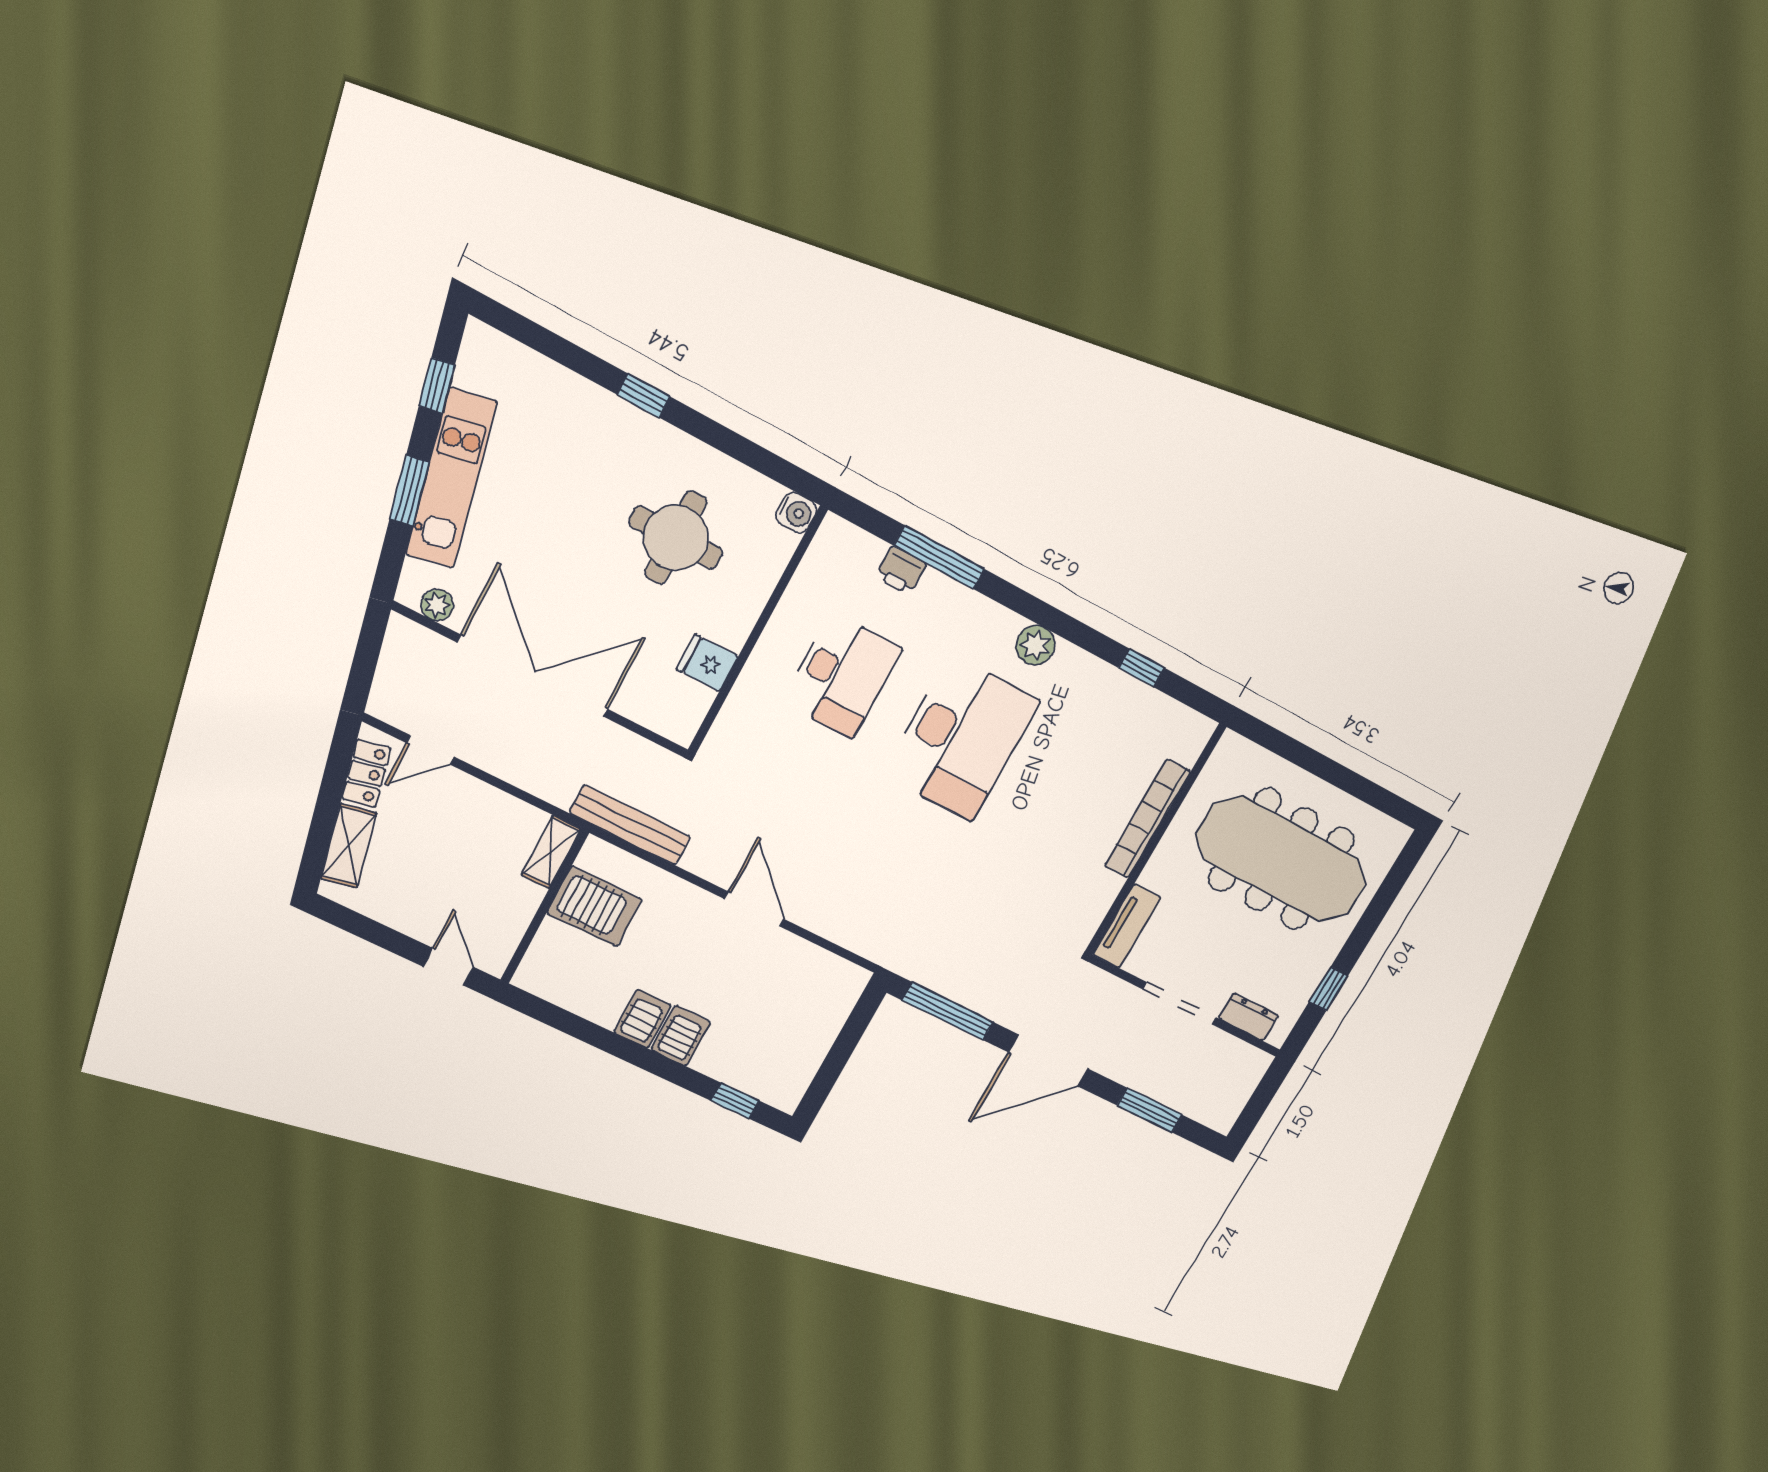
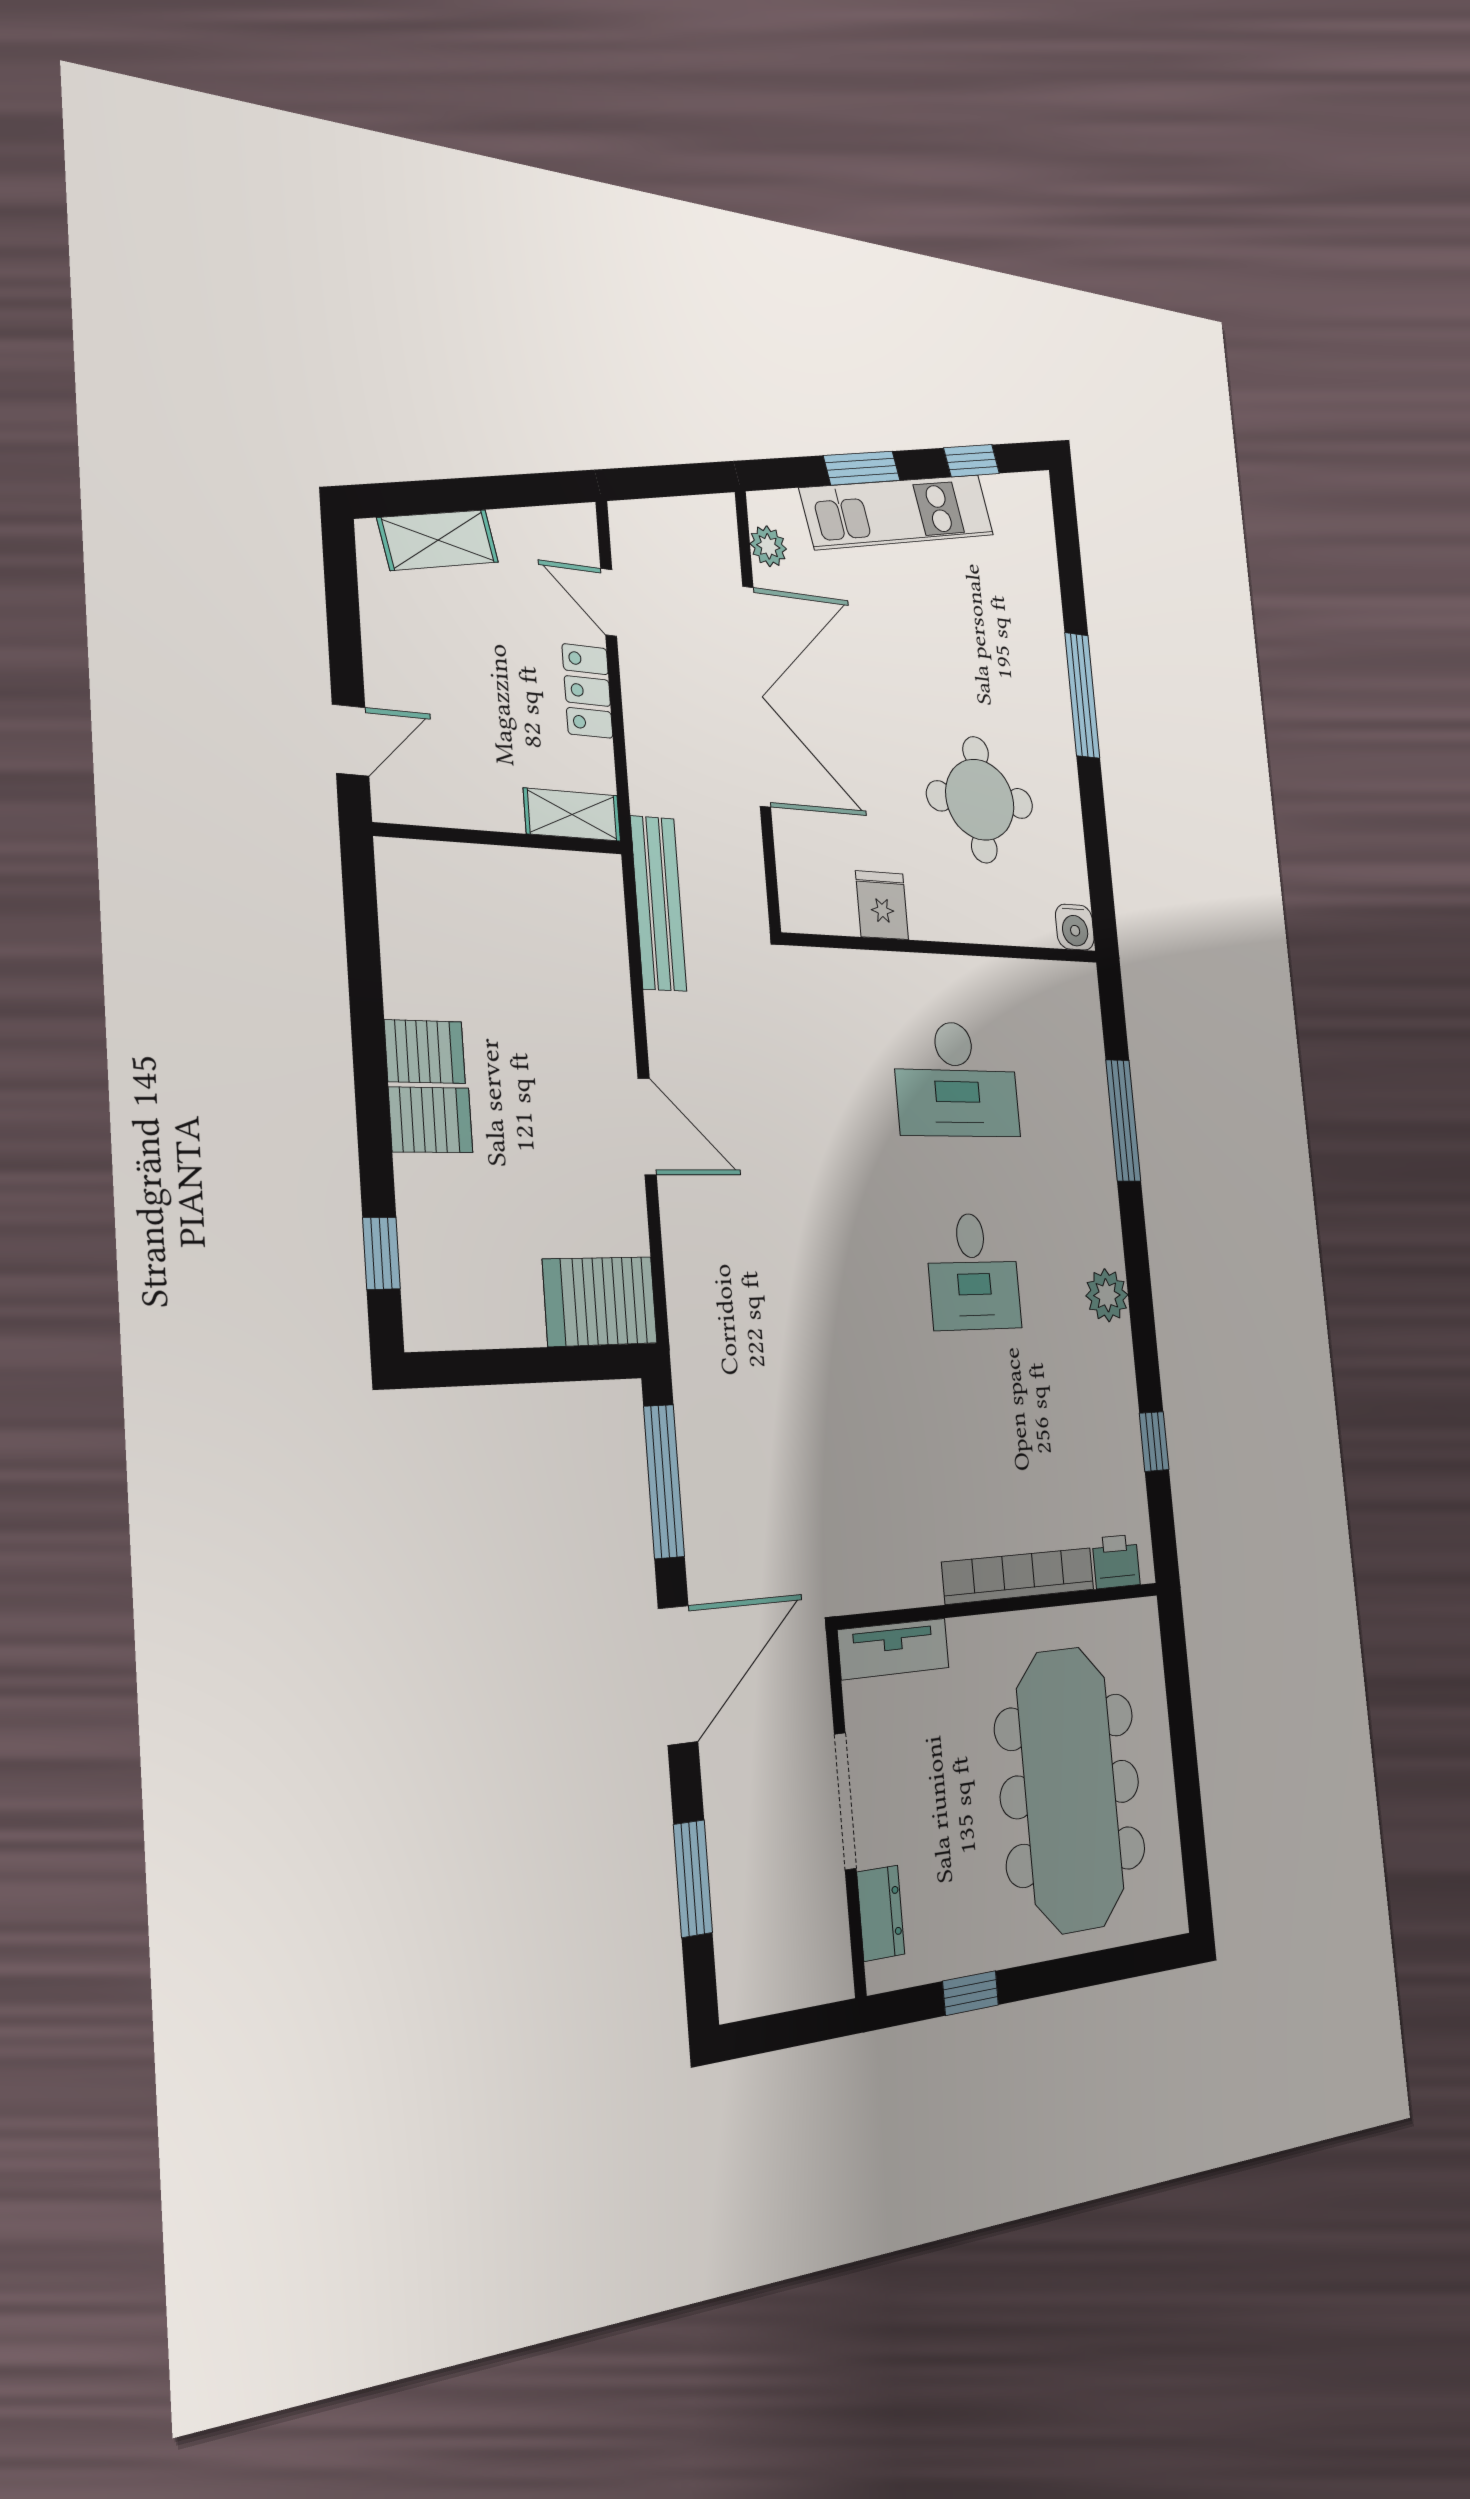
window: (644, 396) -> (1082, 695), width x2.17
printer: (901, 570) -> (1116, 1561), moved, turned 90
desk: (961, 738) -> (973, 1271), width x0.53, depth x0.77
locker: (366, 773) -> (587, 691), moved, turned 102
server rack: (595, 906) -> (600, 1301), moved, turned 90
door: (754, 909) -> (647, 1127), hinge flipped
door: (1048, 1061) -> (678, 1675), swing flipped

